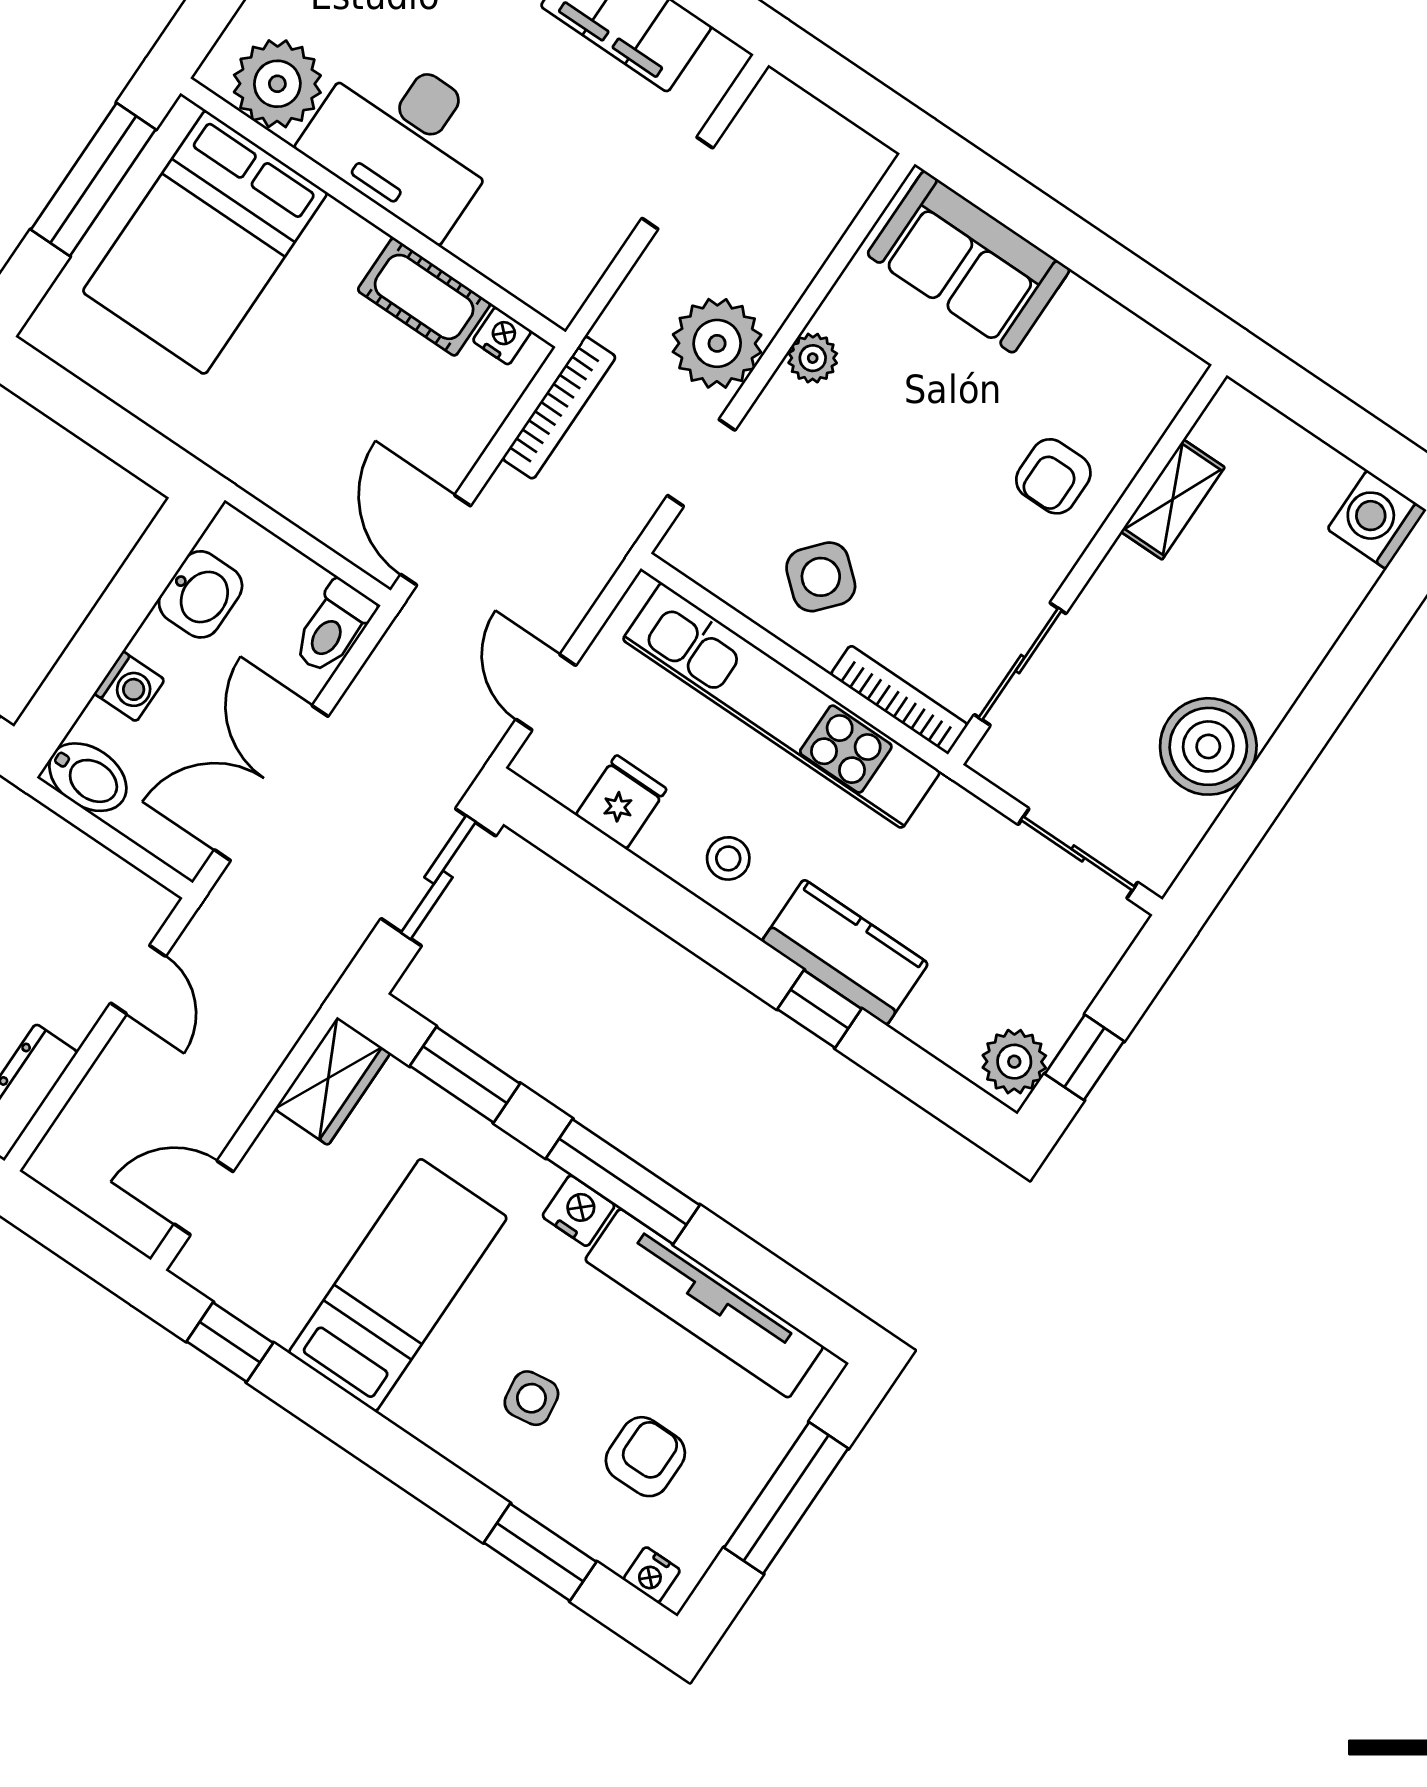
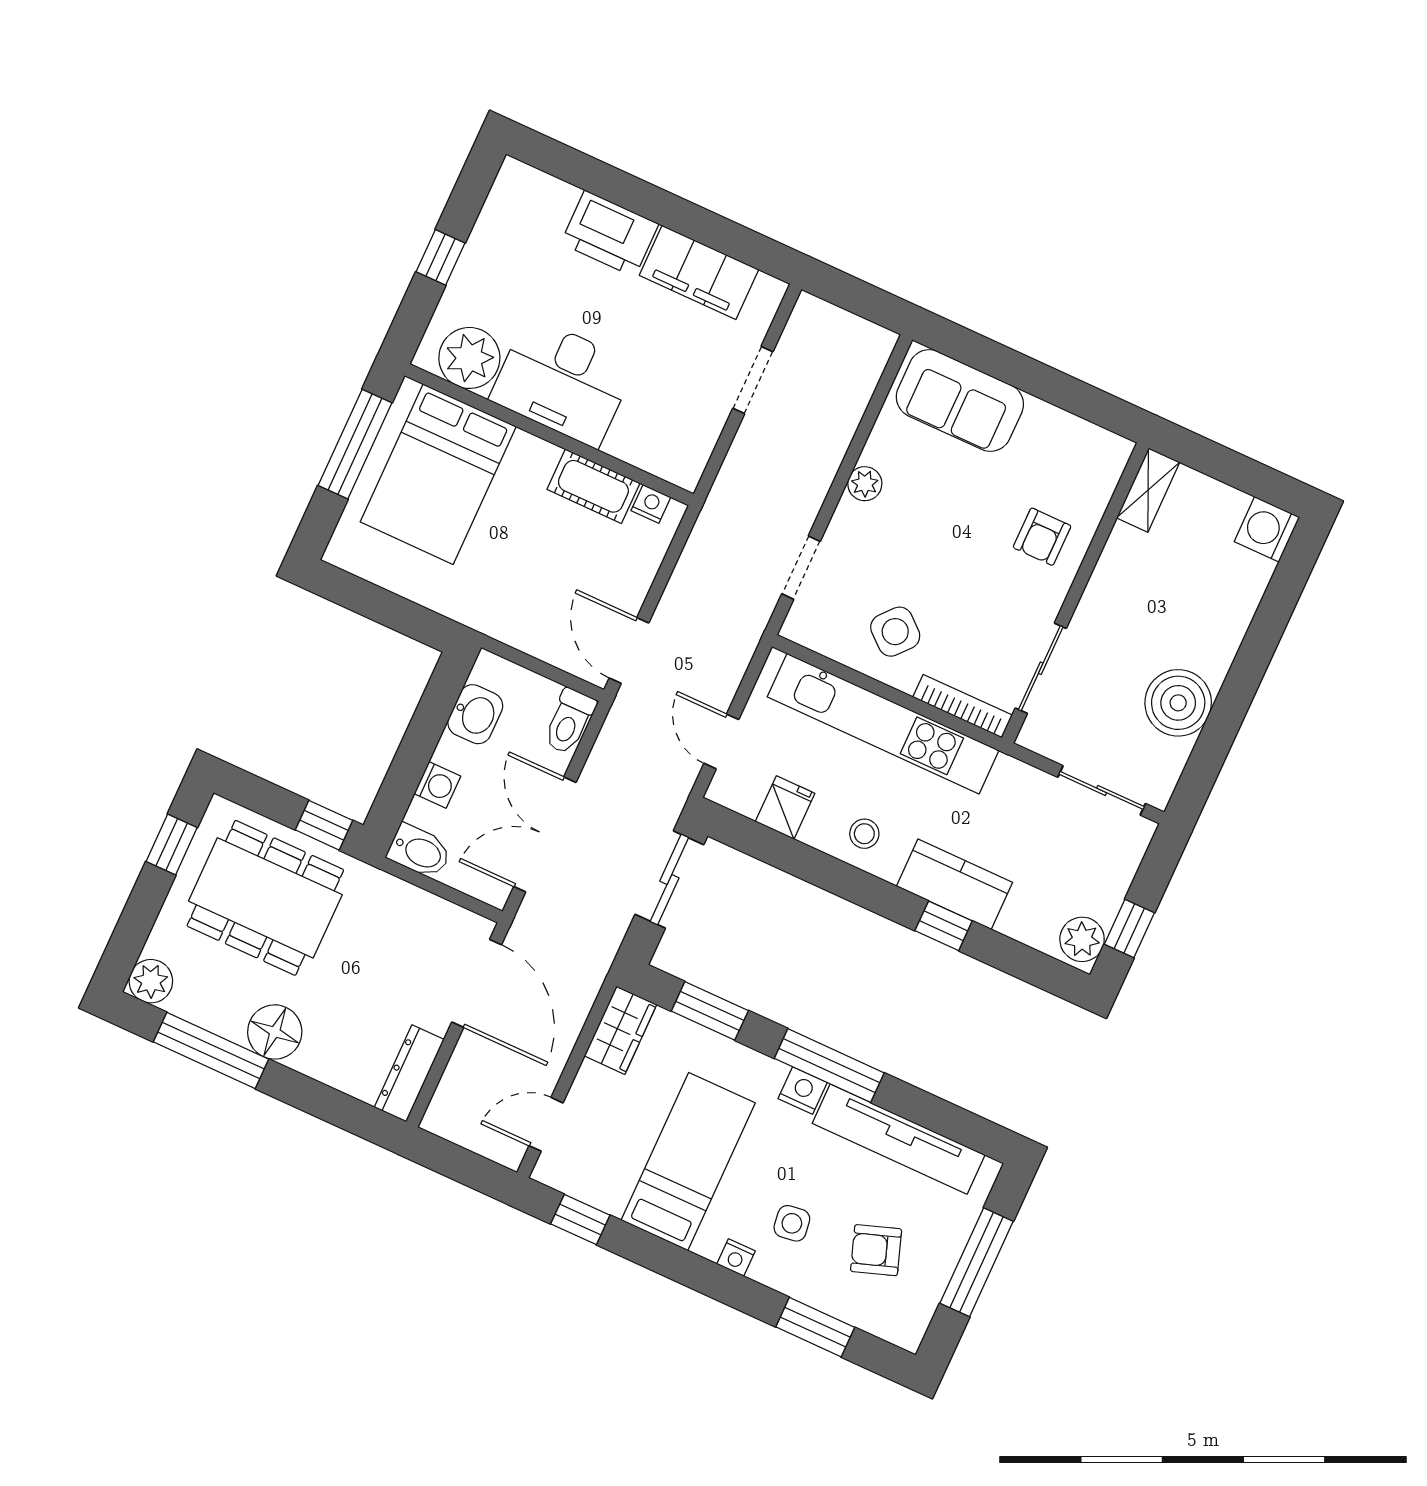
plant: (717, 343) -> (798, 485), removed
bookcase: (559, 408) -> (698, 546), removed
shelving: (1173, 499) -> (1148, 490), moved
door: (138, 980) -> (477, 983), width x1.88
armchair: (645, 1457) -> (876, 1250), turned -109
nightstand: (652, 1575) -> (736, 1258), moved

